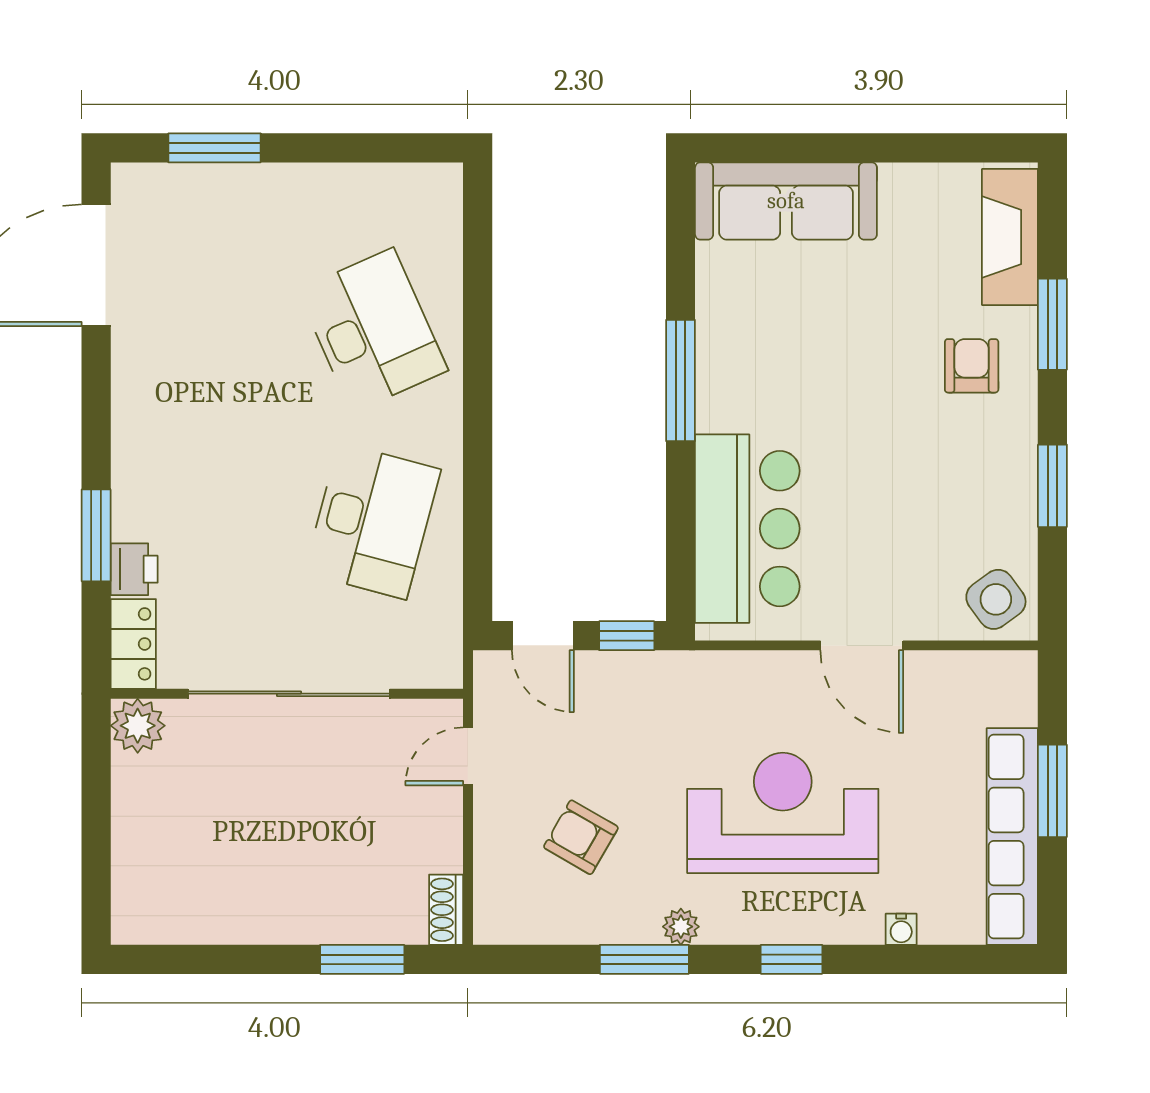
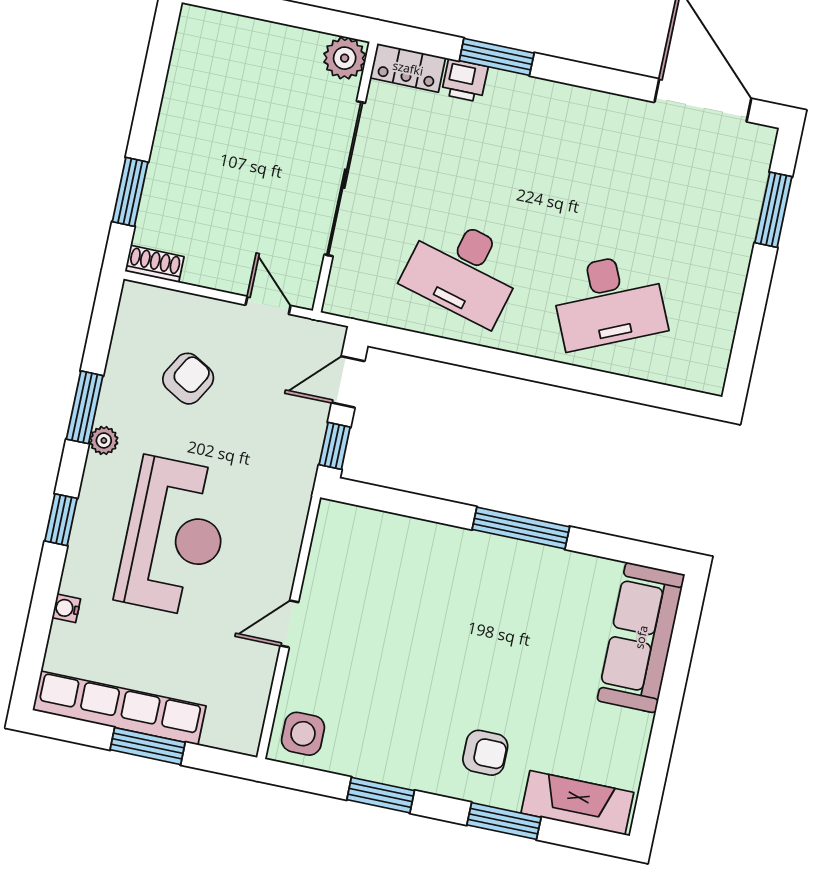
bar counter: (747, 529) -> (397, 555), removed
side table: (996, 599) -> (303, 734), turned 36
door: (862, 645) -> (289, 624), width x0.73

